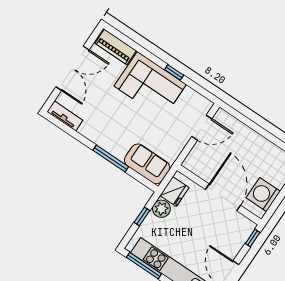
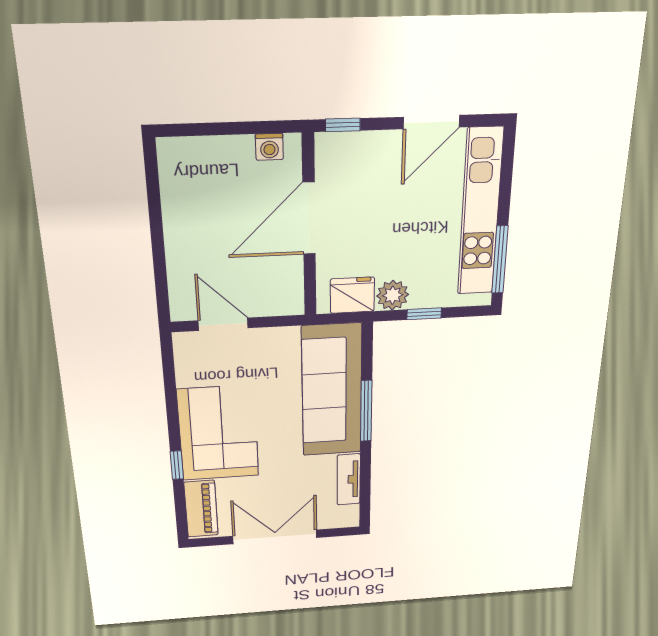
window: (174, 72) -> (177, 465), moved
tv unit: (65, 116) -> (349, 479), moved
sofa: (147, 164) -> (332, 391), width x1.85, depth x1.27
washing machine: (263, 195) -> (269, 147), width x0.53, depth x0.53

